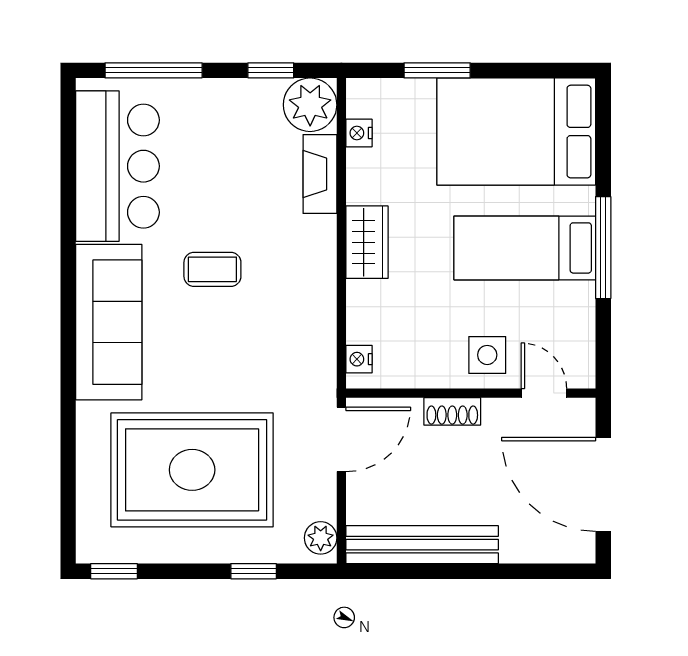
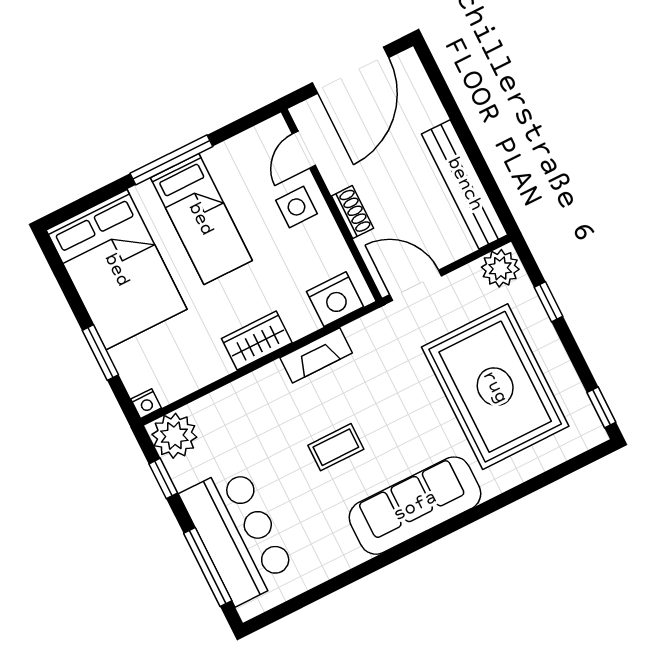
nightstand: (359, 133) -> (146, 404), moved
bar counter: (118, 166) -> (238, 535), moved, turned 90
fireplace: (320, 174) -> (316, 355), moved
coffee table: (212, 269) -> (336, 447), turned 90
nightstand: (359, 359) -> (335, 299), width x1.89, depth x1.79
plant: (321, 538) -> (500, 268), width x1.38, depth x1.38

